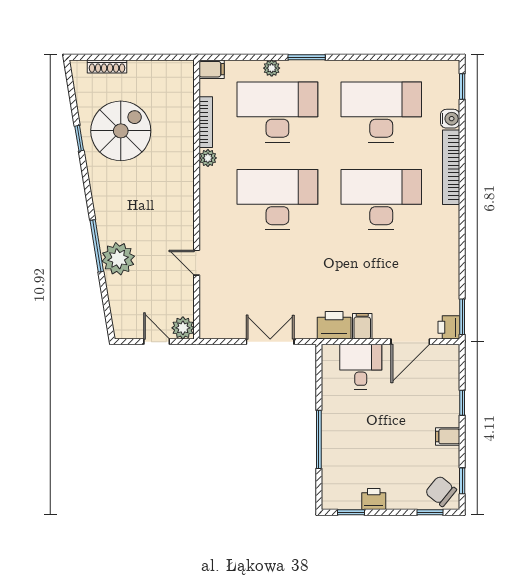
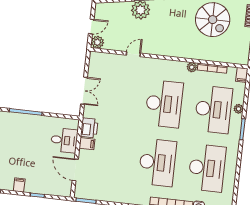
printer: (449, 327) -> (81, 193), removed

